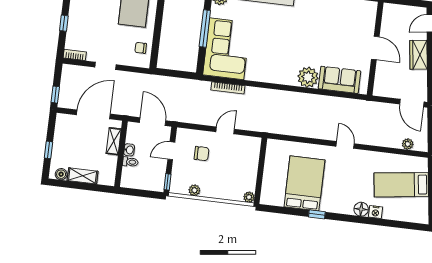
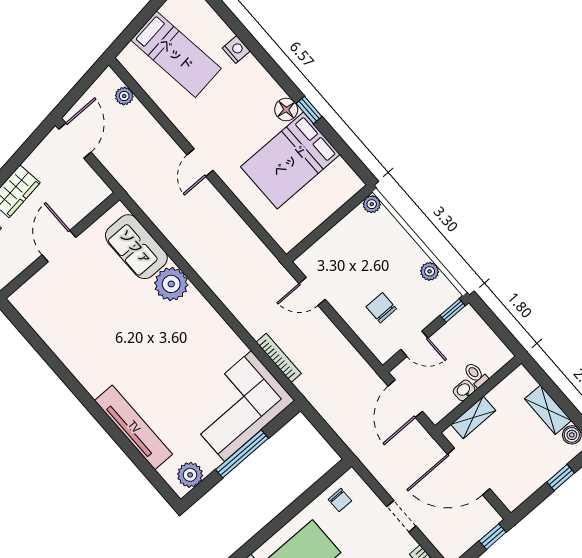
door: (225, 130) -> (312, 291), moved
floor lamp: (361, 209) -> (286, 110), moved

